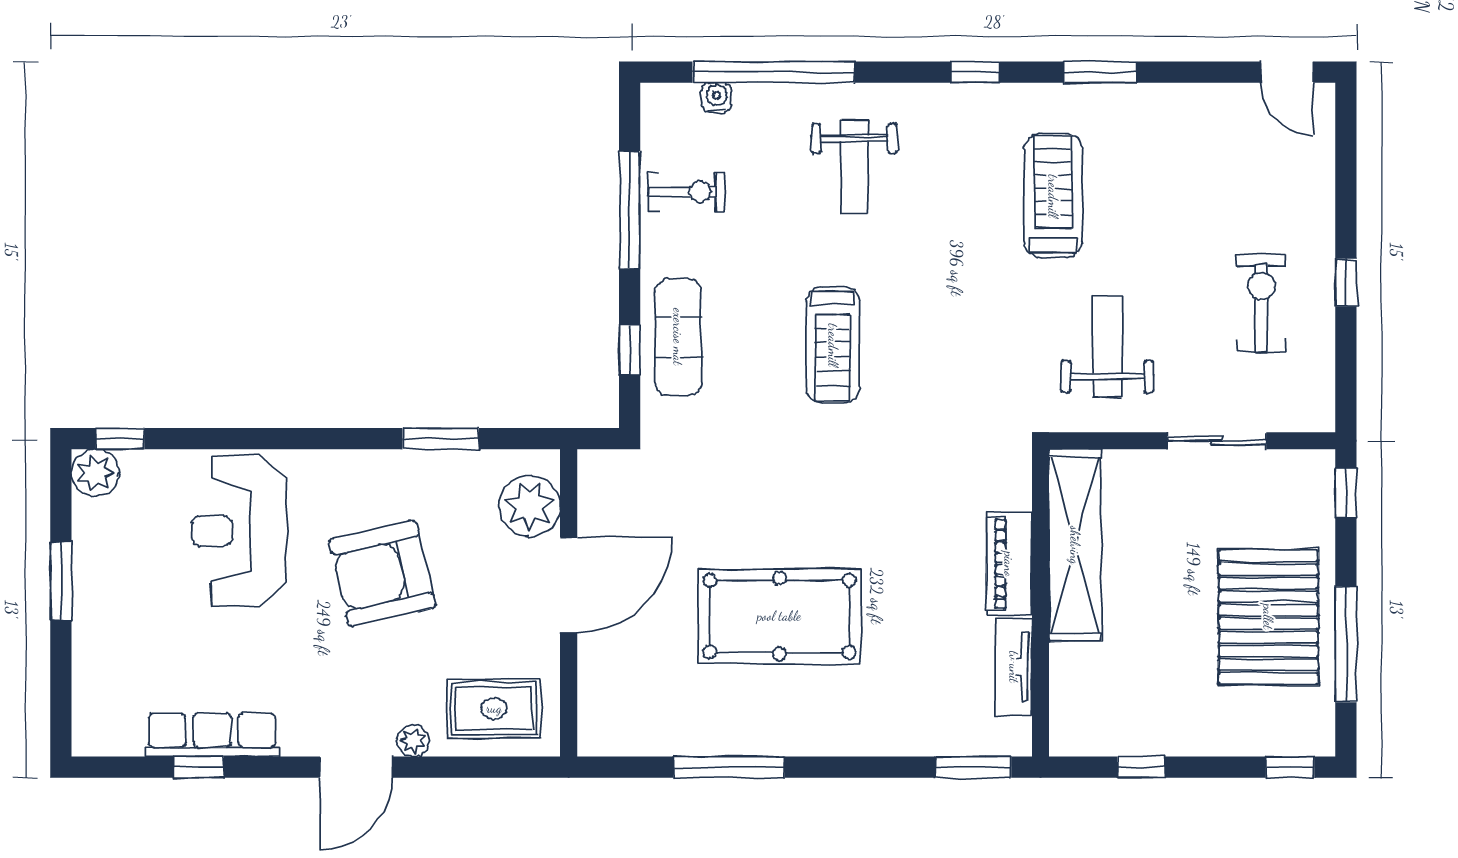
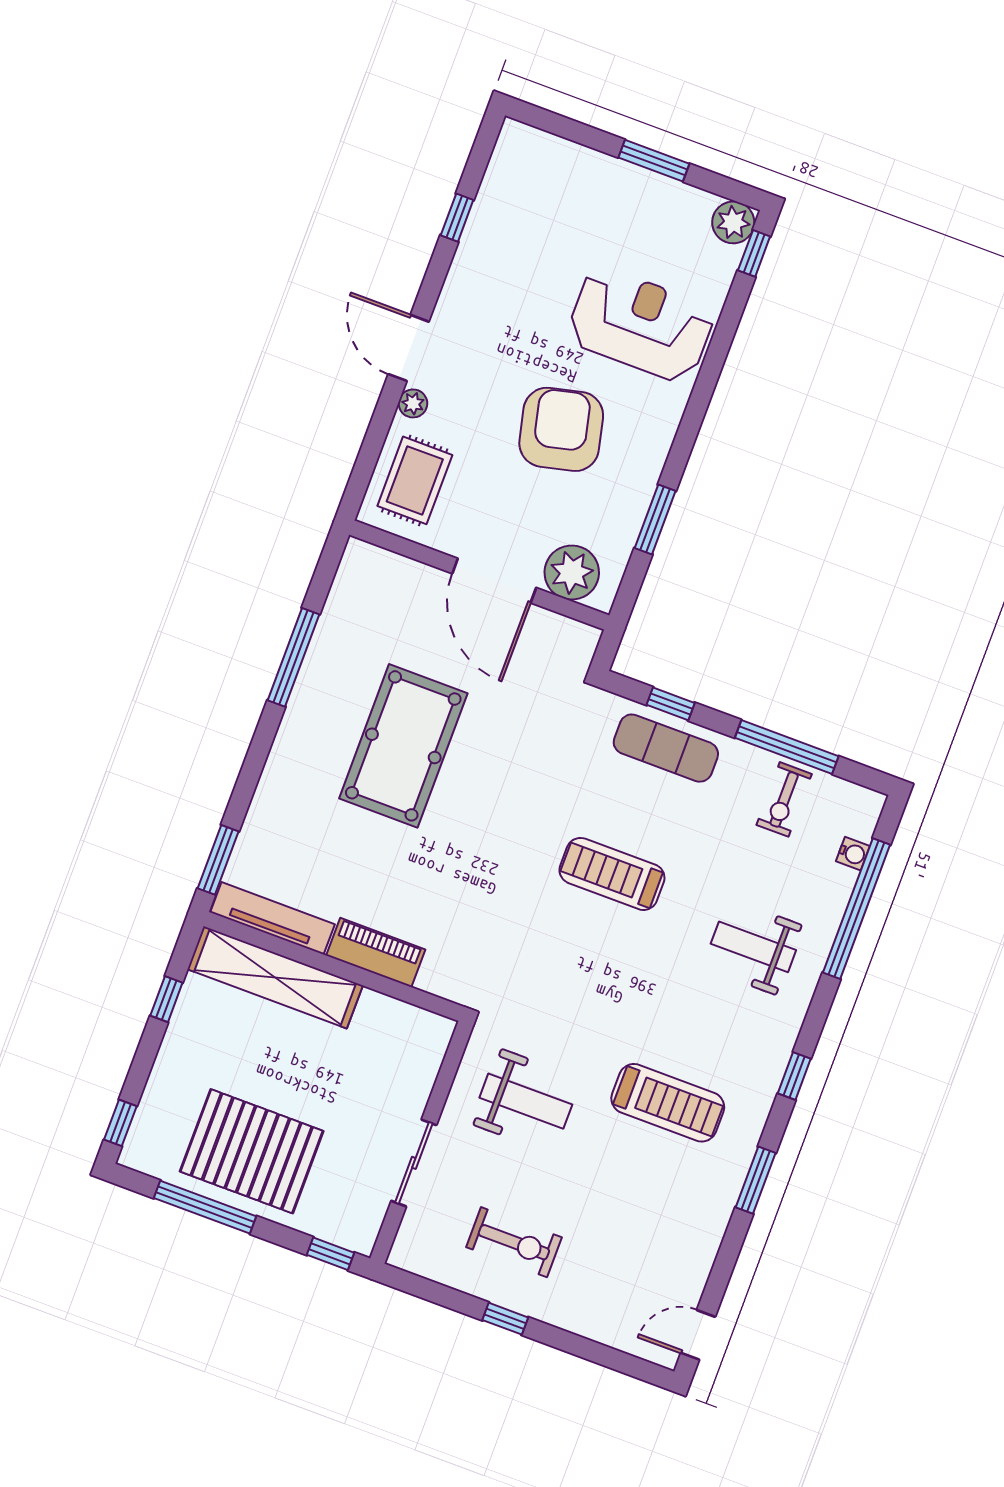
shelving: (1075, 545) -> (275, 977), moved
tv unit: (1014, 667) -> (273, 918), width x1.41
row of seats: (212, 735) -> (480, 238), removed

